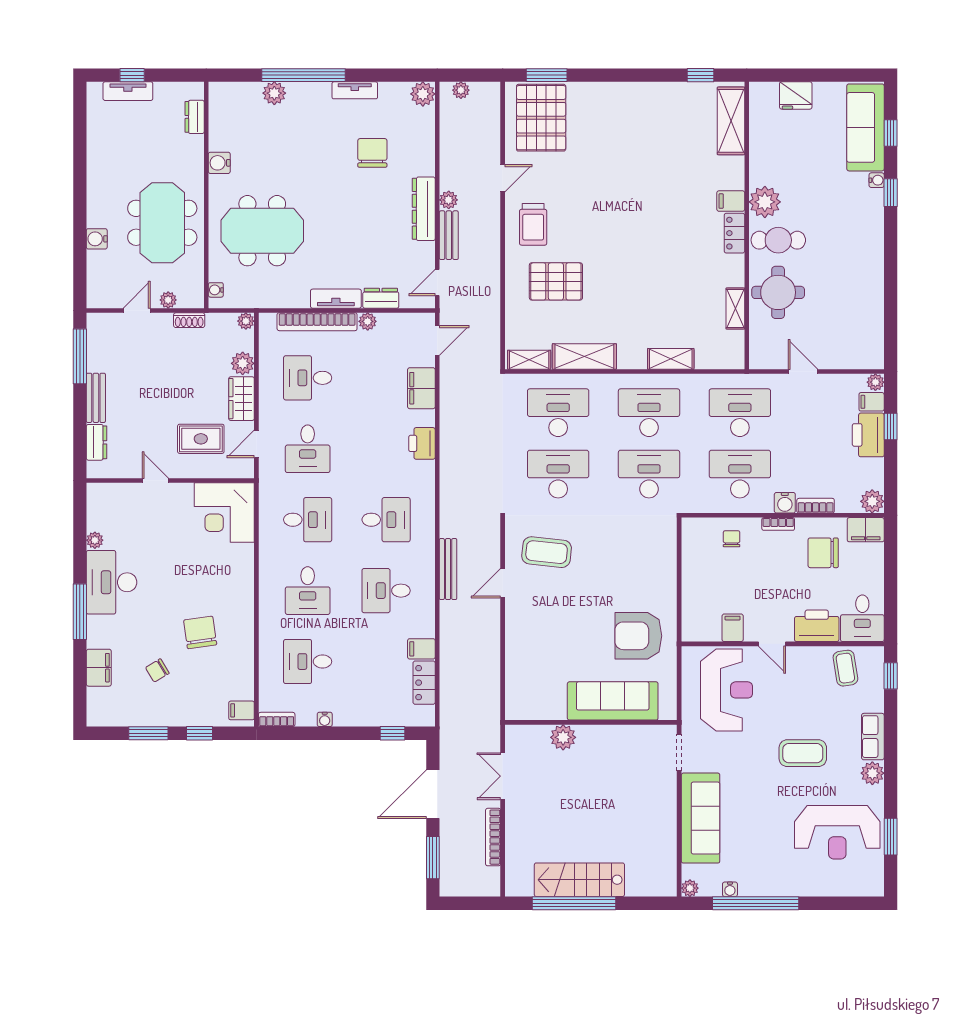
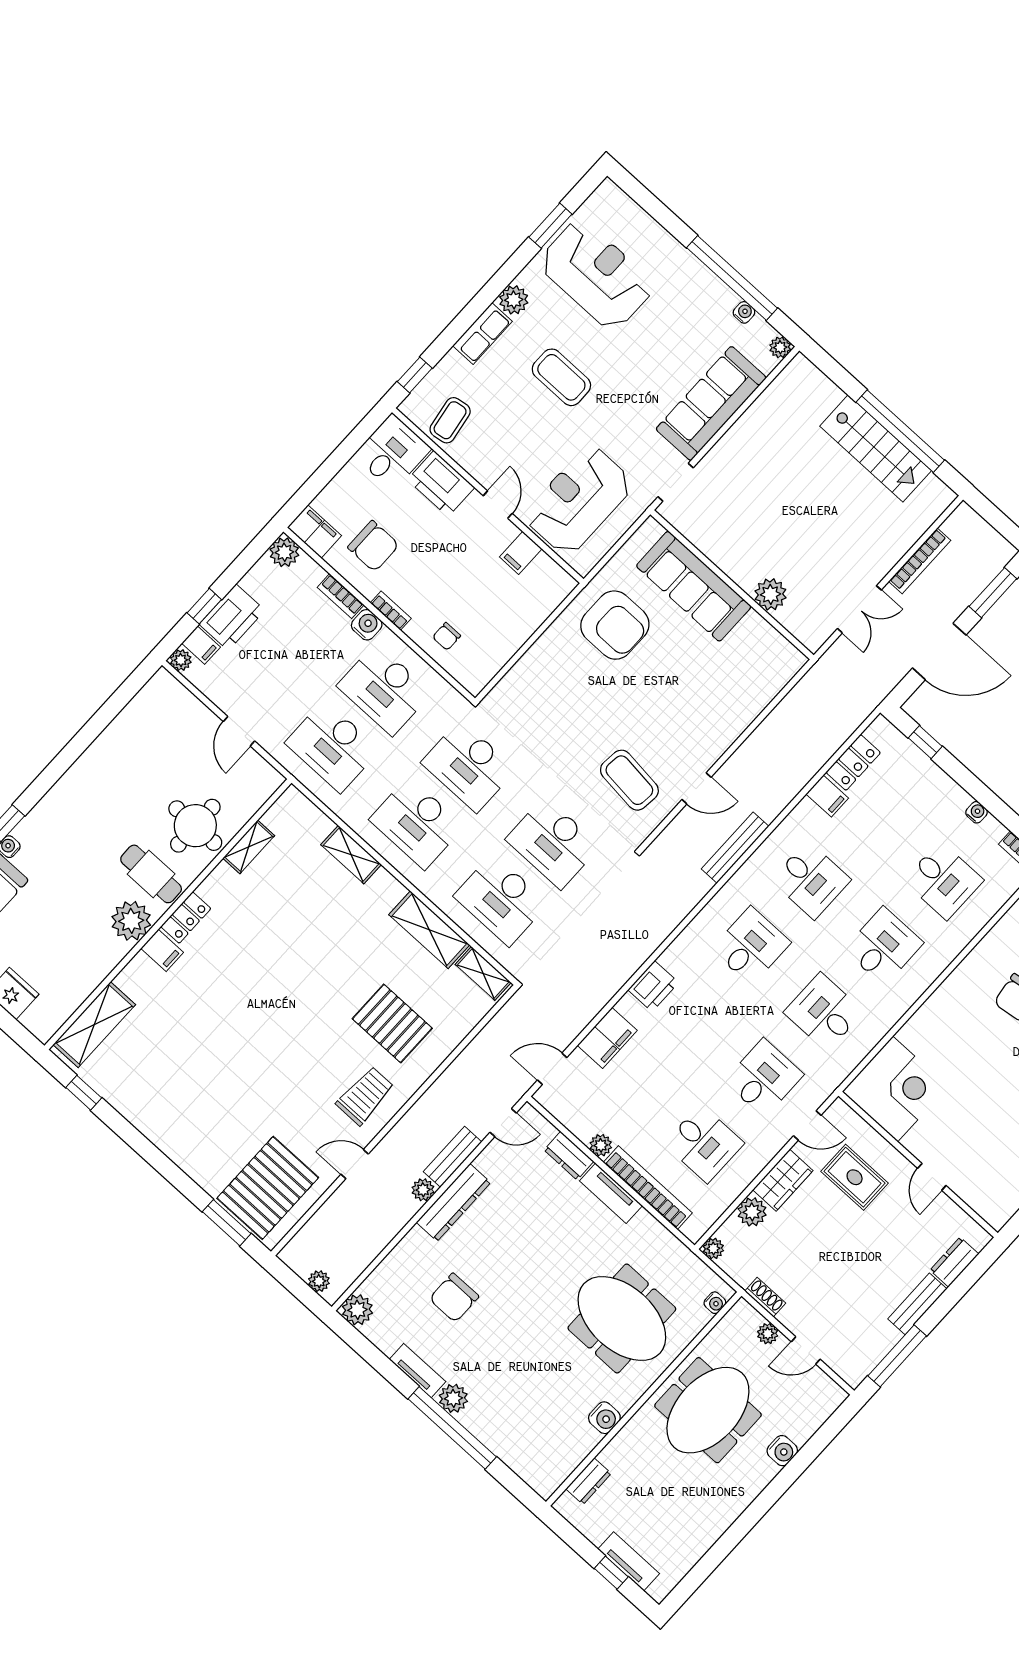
plant: (274, 93) -> (453, 1398), moved
desk: (386, 520) -> (751, 946), turned 90

